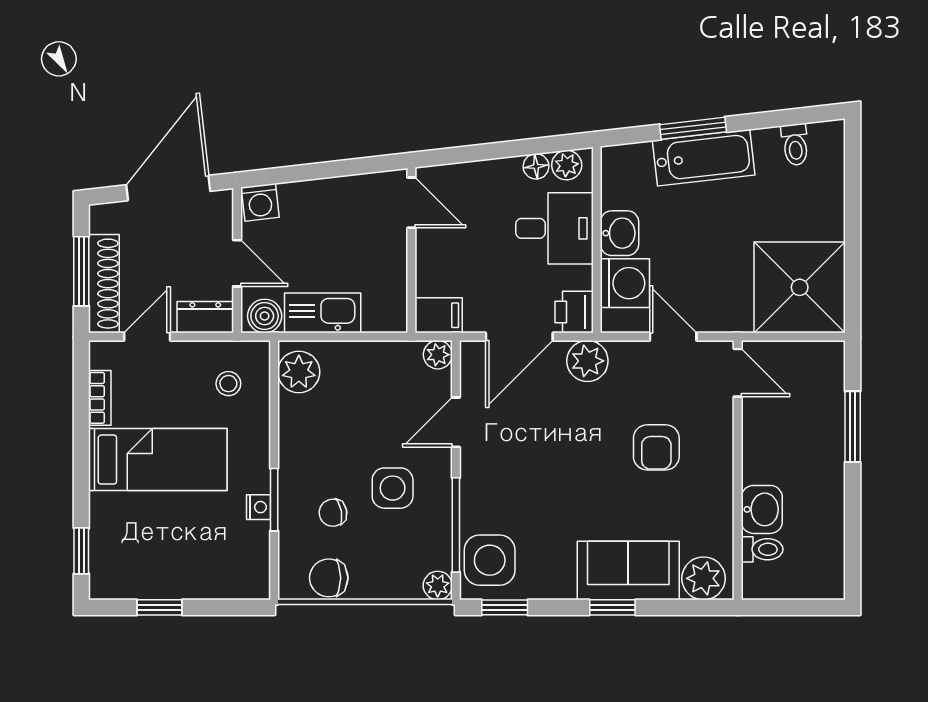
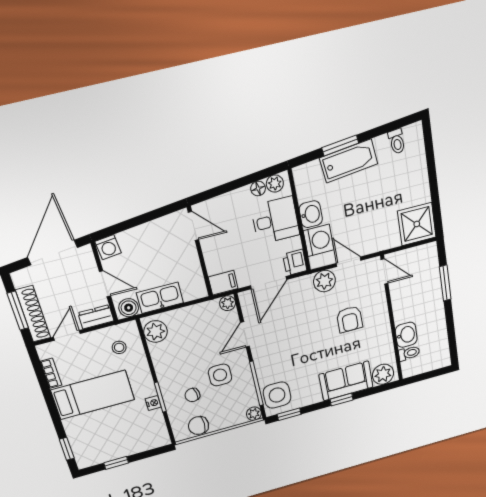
shower: (800, 287) -> (417, 224), width x0.73, depth x0.73
plant: (587, 361) -> (324, 281), moved

